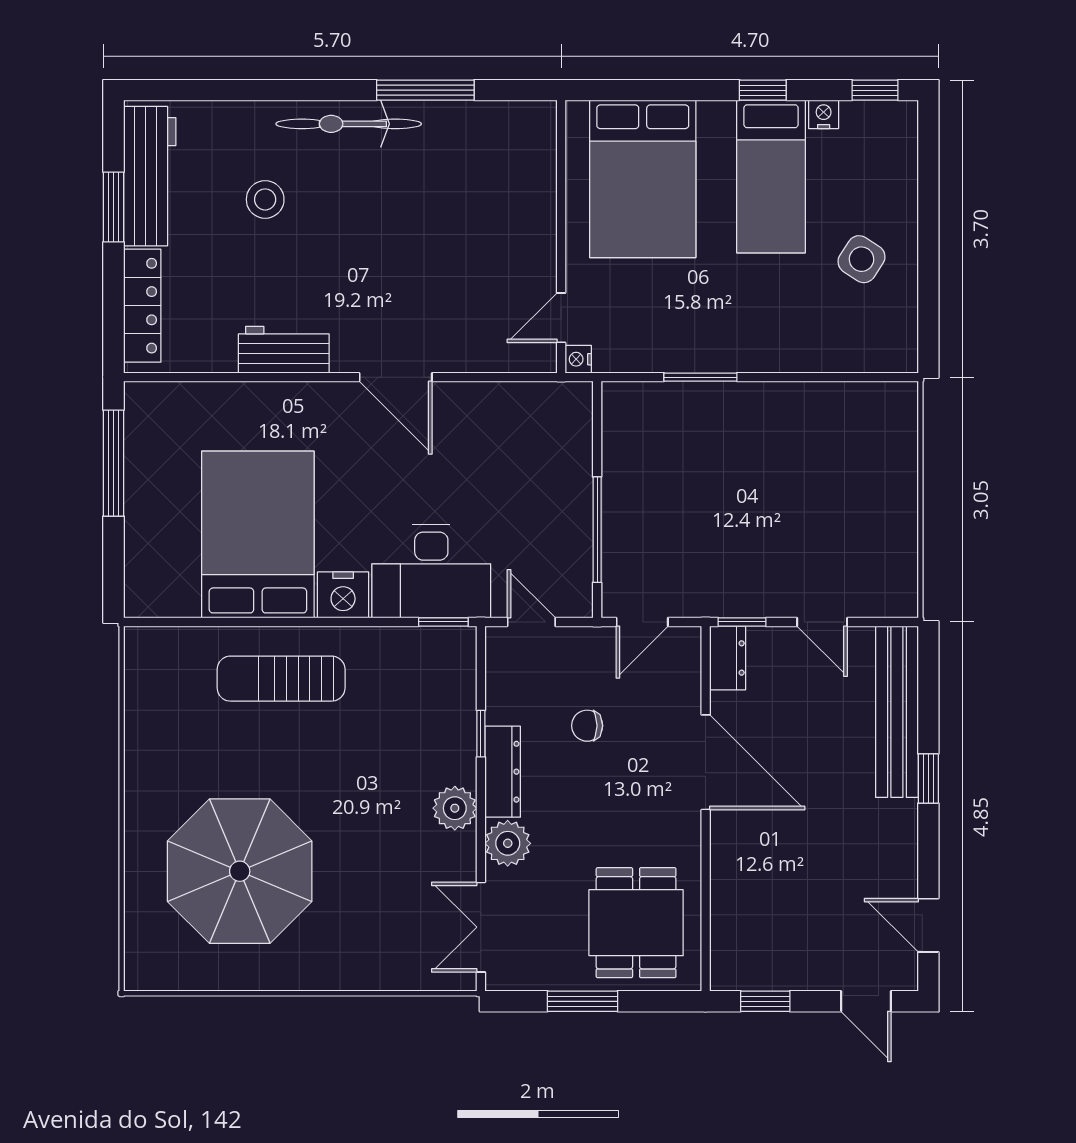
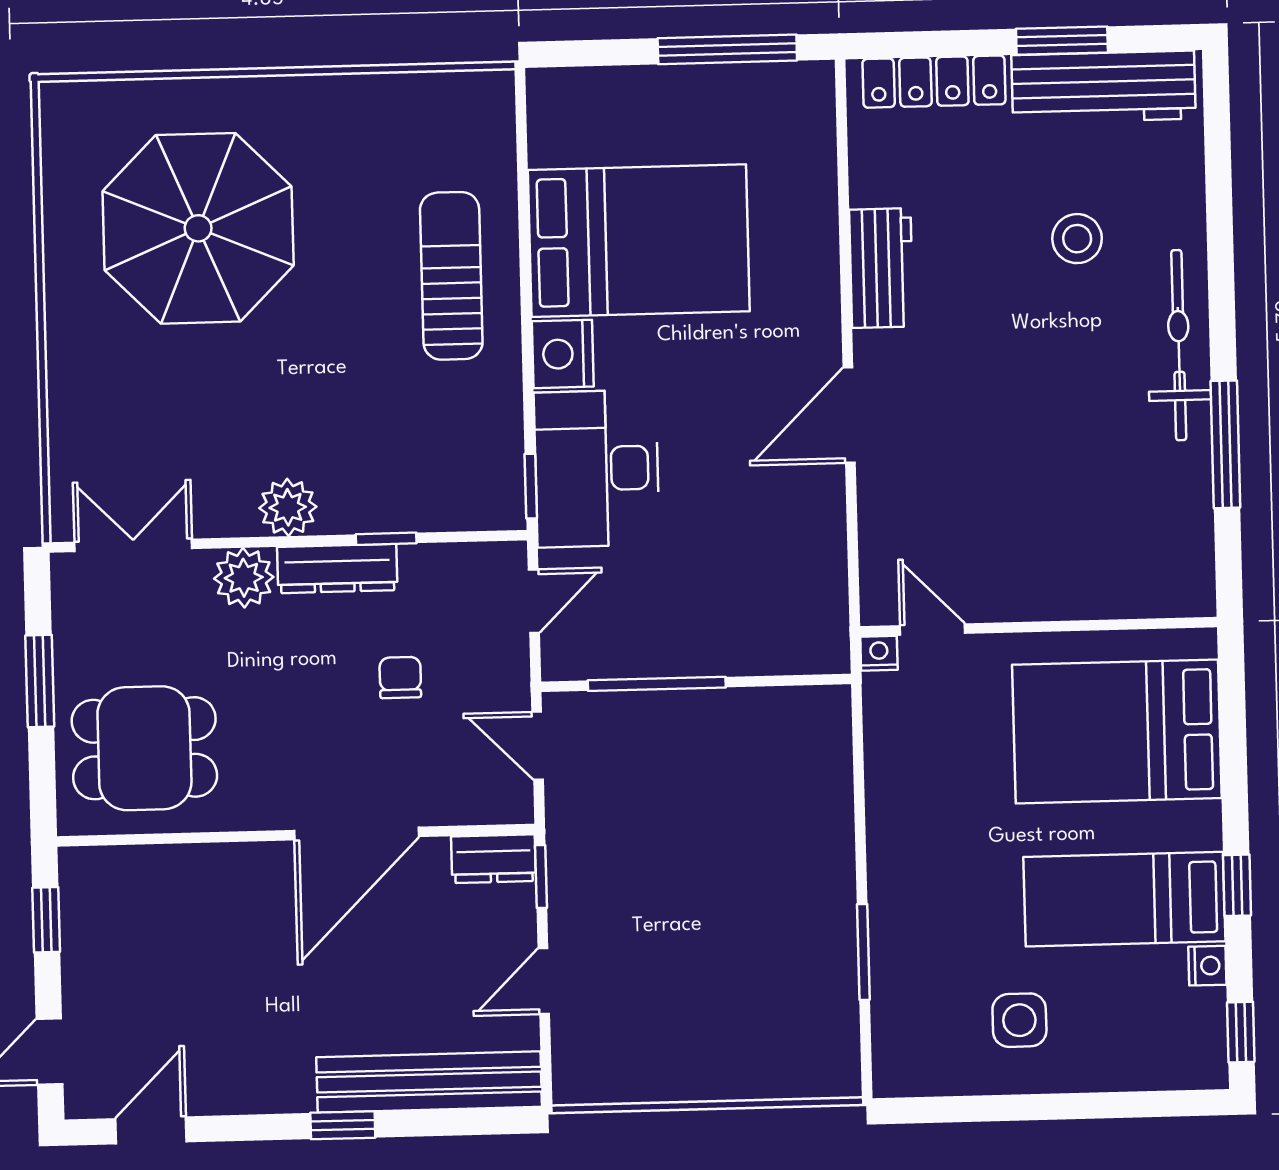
side table: (861, 259) -> (1019, 1020), turned -33
window: (700, 377) -> (863, 952), moved

